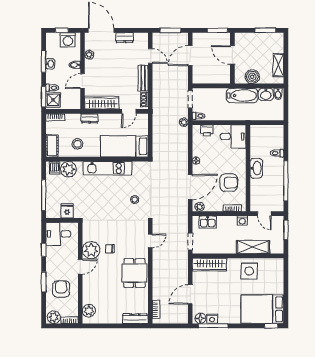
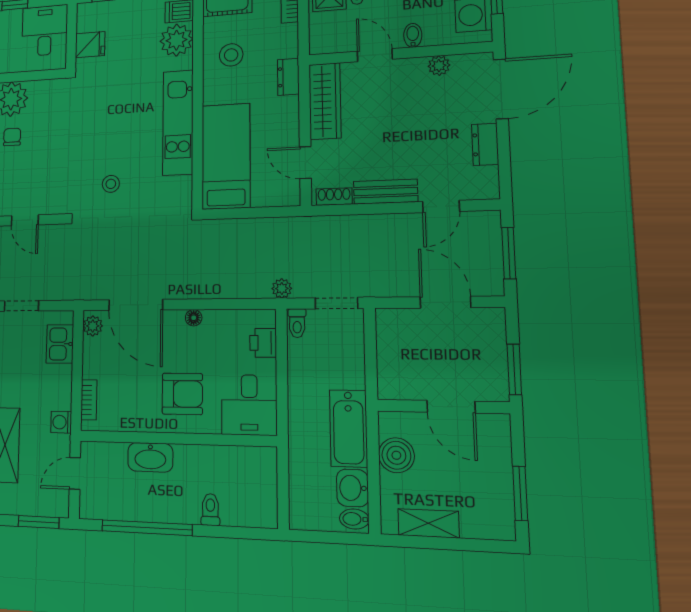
door: (232, 55) -> (451, 407), swing flipped
washbasin: (256, 168) -> (150, 457), moved
armchair: (229, 183) -> (182, 394), moved, turned -90

